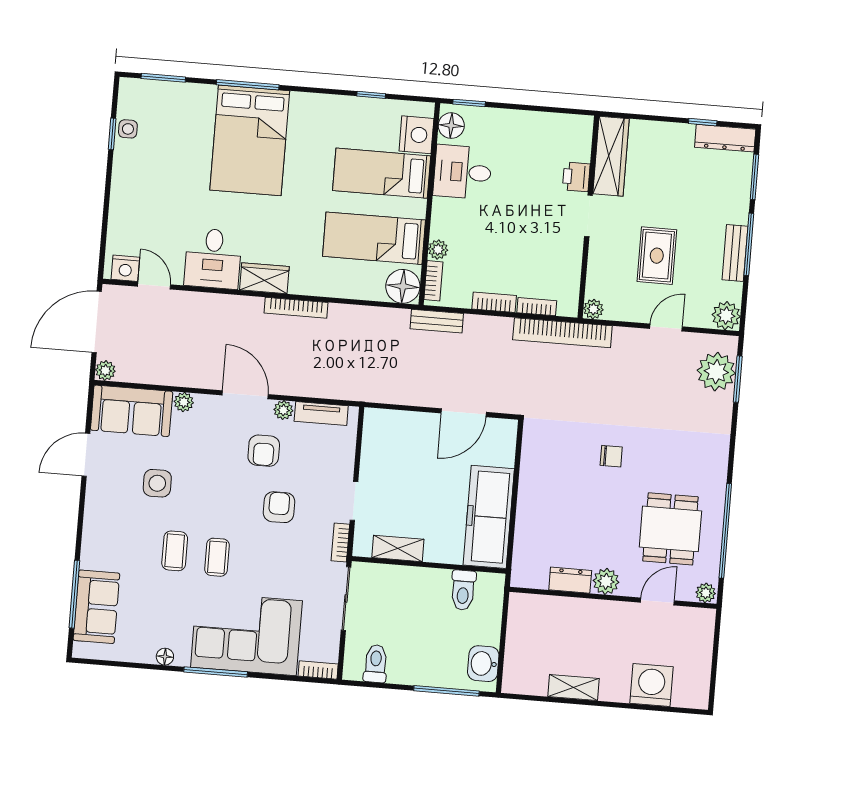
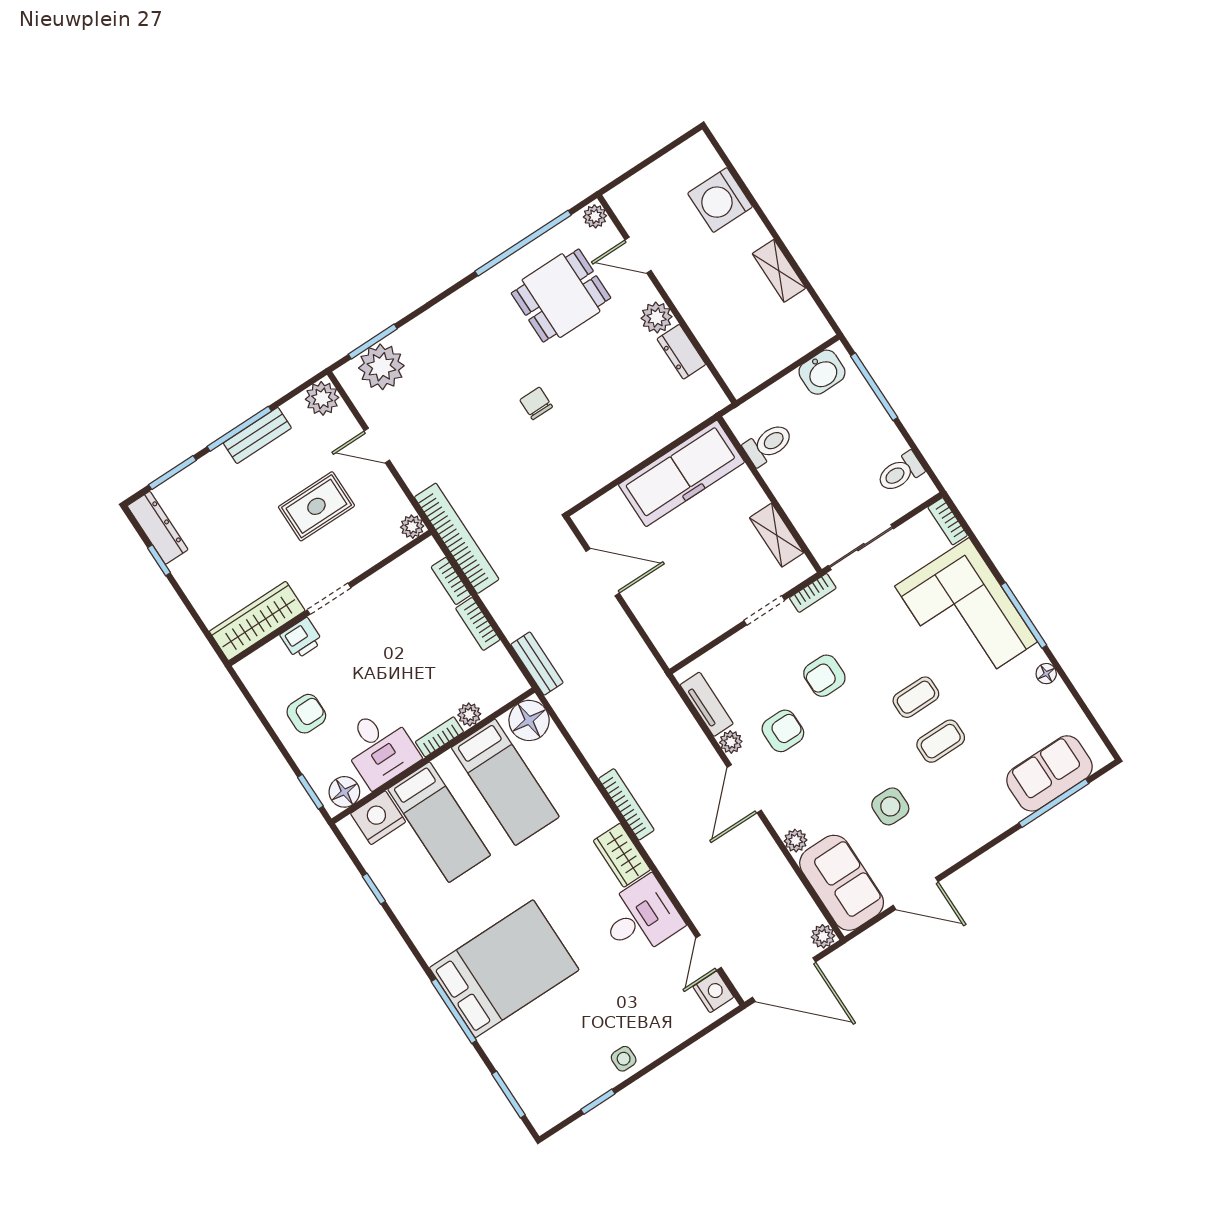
side table: (128, 129) -> (624, 1059), moved
armchair: (523, 141) -> (306, 714), added
bookcase: (433, 281) -> (439, 737), moved

